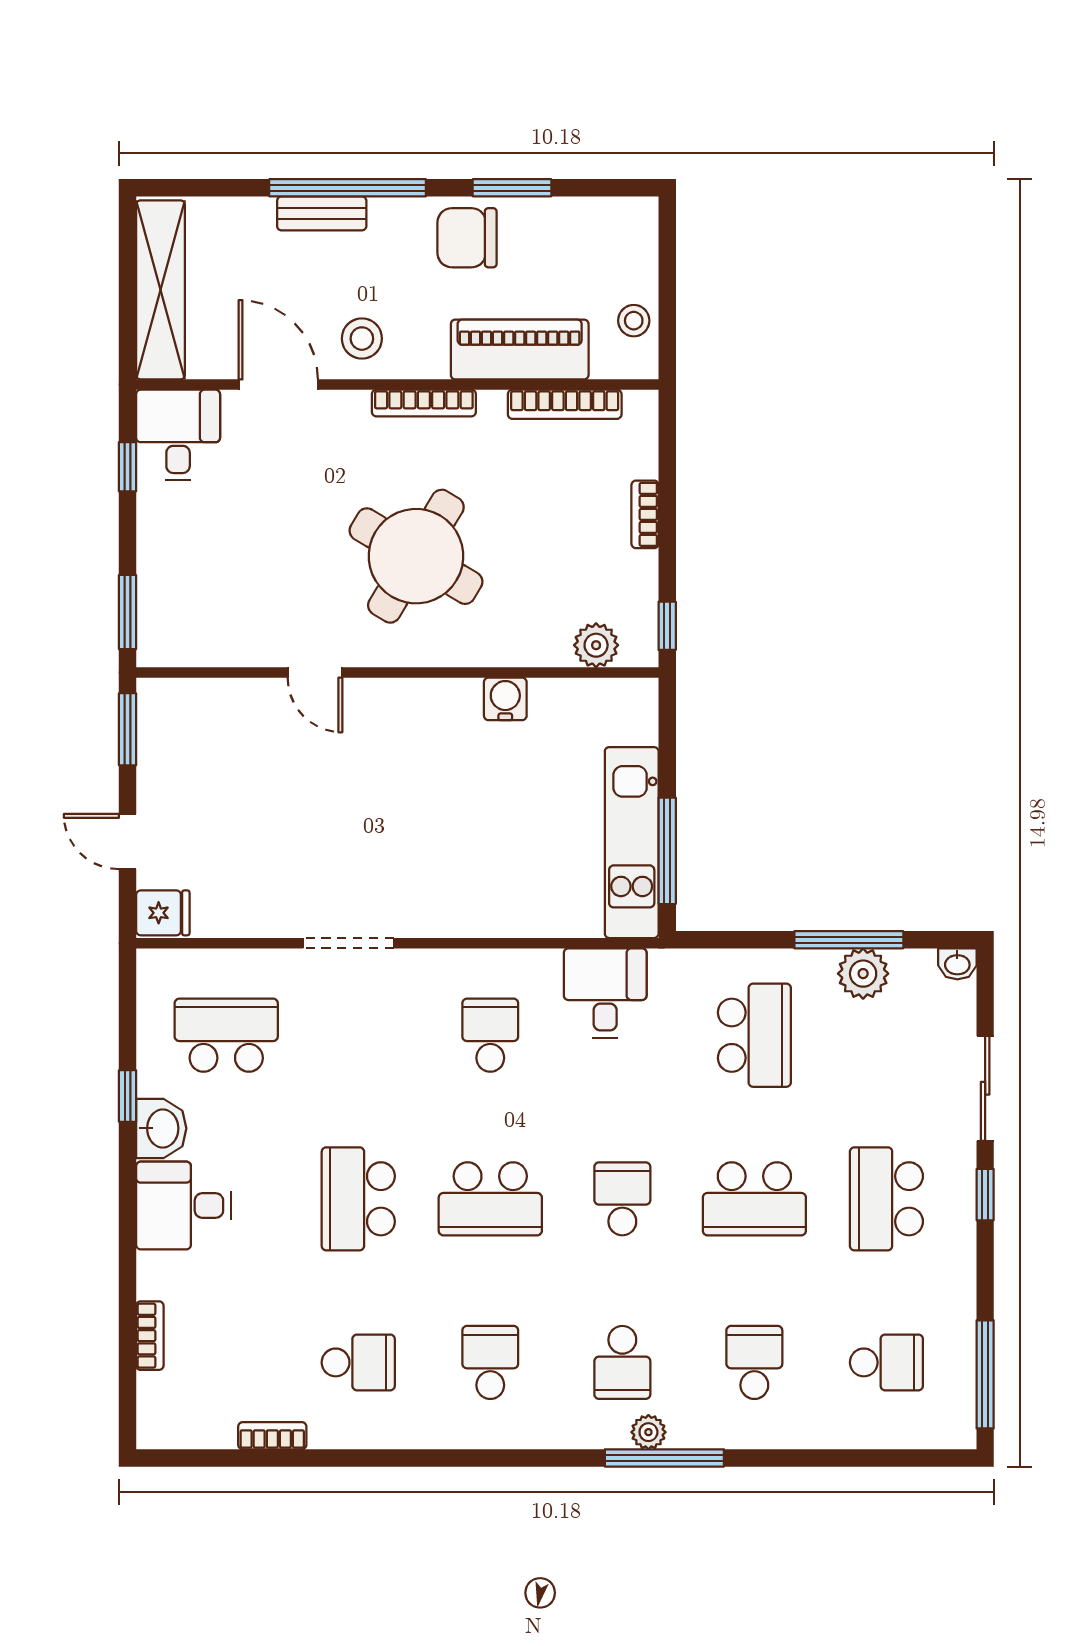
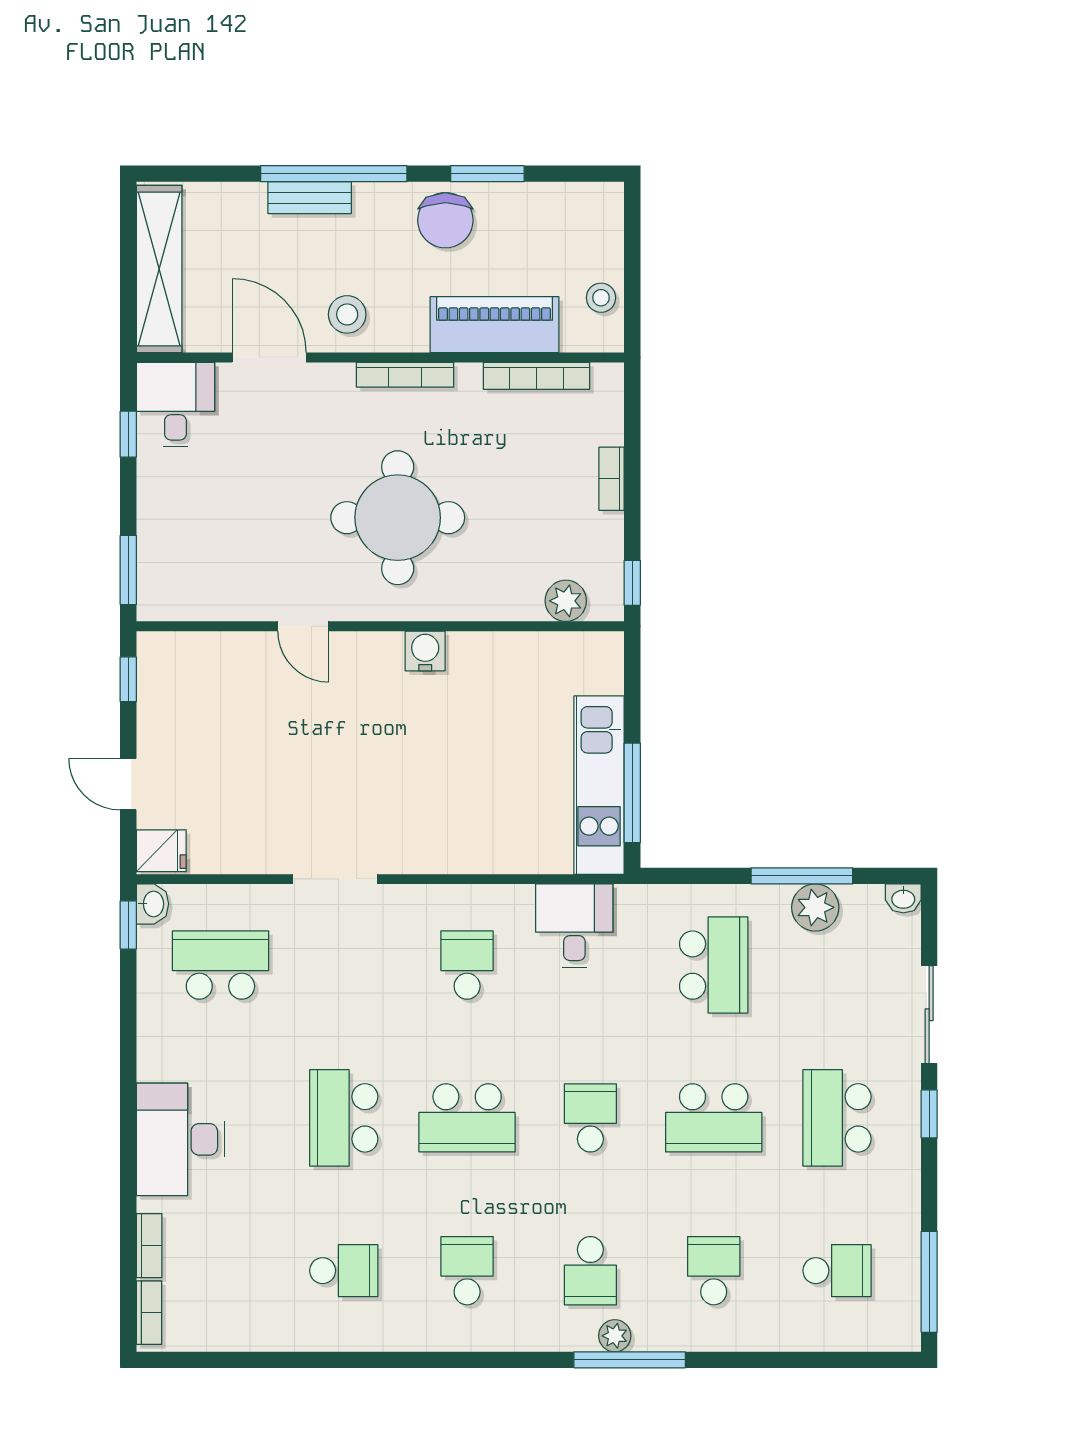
chair: (467, 238) -> (445, 220), turned -90
round table: (416, 556) -> (398, 518), turned -31
water cooler: (505, 699) -> (425, 651), moved
window: (127, 729) -> (128, 679), width x0.67
window: (127, 1096) -> (128, 925), moved
washbasin: (161, 1128) -> (153, 904), moved, width x0.72, depth x0.69
desk: (183, 1206) -> (180, 1139), width x1.37
bookcase: (272, 1436) -> (149, 1313), moved, turned 90

